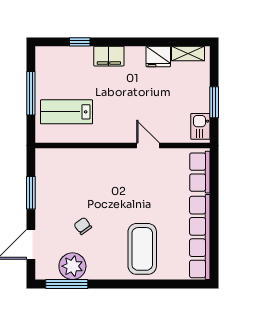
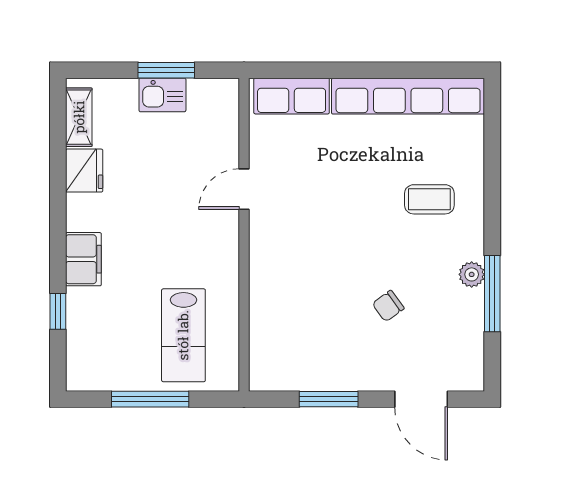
kitchen sink: (200, 126) -> (162, 95), moved
coffee table: (142, 249) -> (429, 199), width x0.54, depth x0.58
plant: (72, 266) -> (472, 274), moved, width x0.53, depth x0.53
window: (67, 284) -> (492, 294), moved

